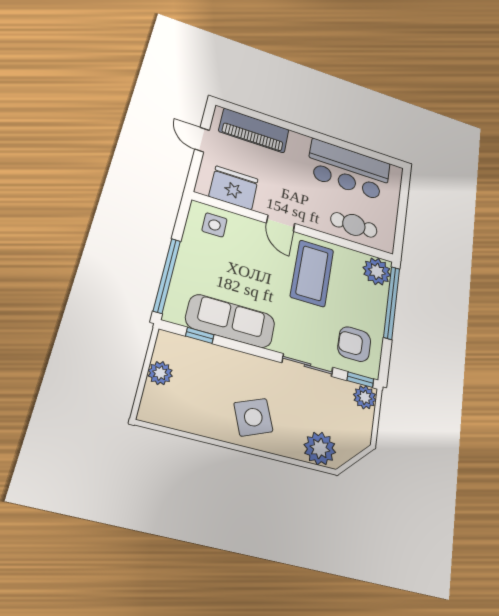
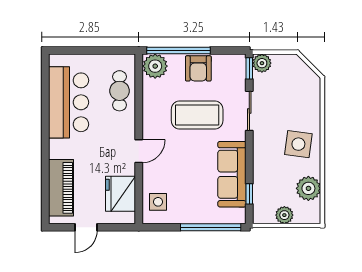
coffee table: (312, 273) -> (197, 115), moved
armchair: (354, 344) -> (198, 68), moved
side table: (253, 417) -> (298, 144), turned 30
plant: (320, 448) -> (308, 188), moved

